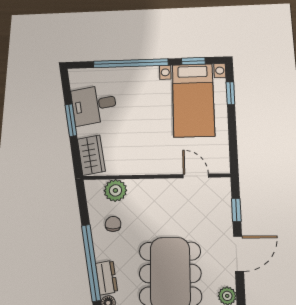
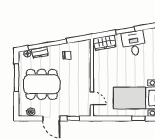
door: (196, 176) -> (92, 98), hinge flipped
plant: (115, 190) -> (85, 56), removed

